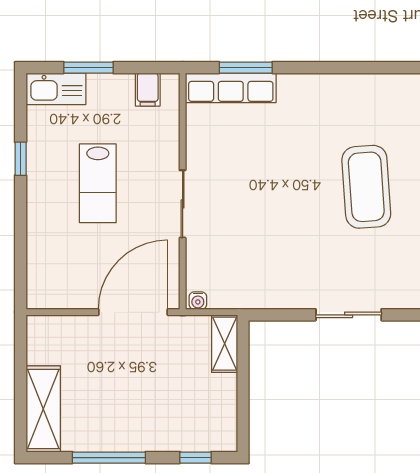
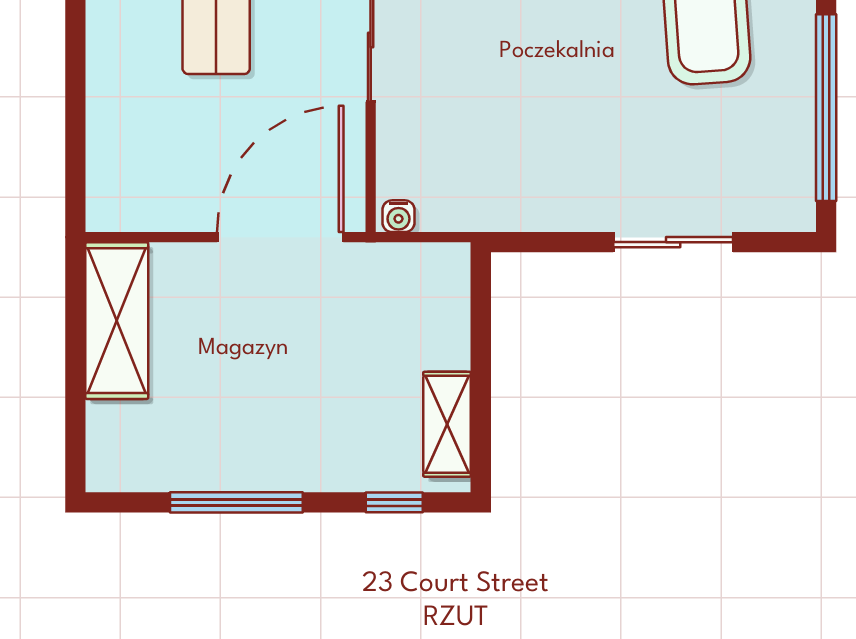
shelving: (225, 344) -> (447, 424), moved
shelving: (43, 409) -> (117, 321), moved

